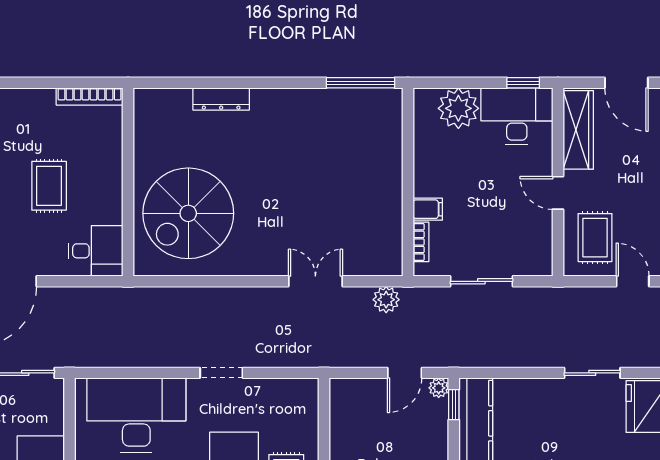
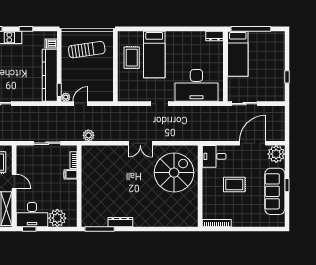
dresser: (221, 99) -> (120, 222), moved
rug: (49, 186) -> (234, 185), turned 90
double door: (315, 281) -> (140, 143), moved

